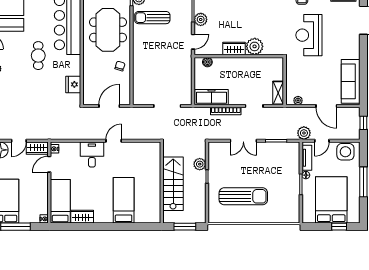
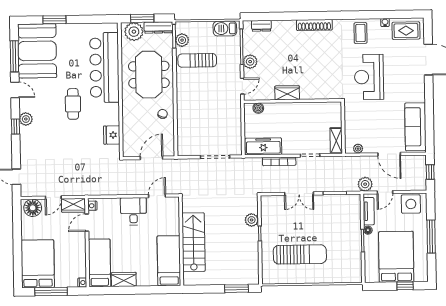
plant: (255, 46) -> (310, 90), removed
wall: (162, 182) -> (181, 241), moved
stairs: (173, 184) -> (193, 242), moved

